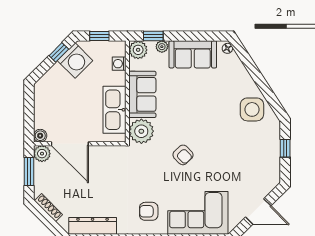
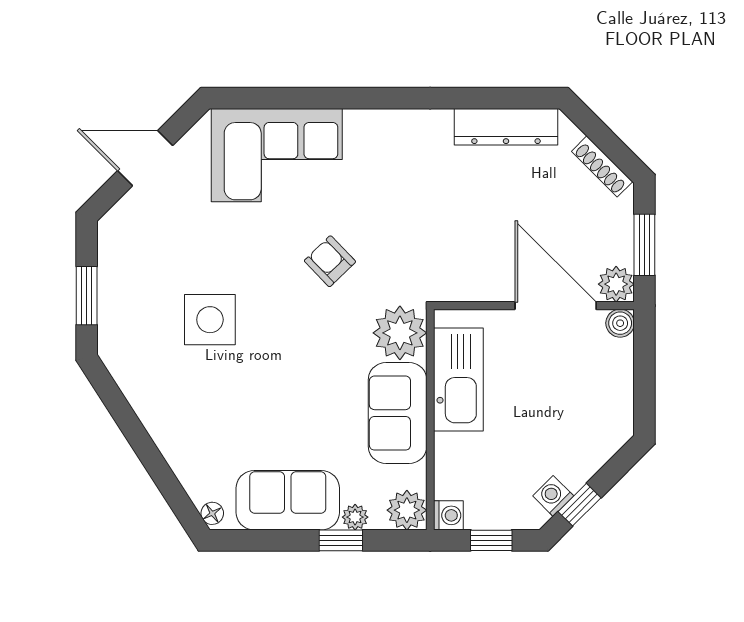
window: (153, 36) -> (341, 540), moved
washing machine: (75, 61) -> (553, 496), width x0.53, depth x0.53
washing machine: (119, 64) -> (448, 515), moved
side table: (252, 109) -> (210, 320), moved
window: (285, 148) -> (87, 296), width x1.50
armchair: (183, 155) -> (330, 261), moved
armchair: (149, 211) -> (384, 158), removed

